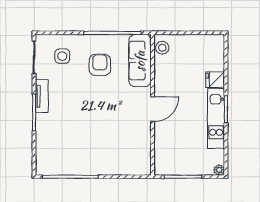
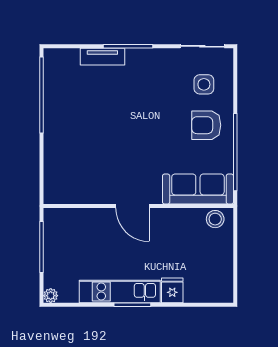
armchair: (100, 65) -> (206, 125), moved, turned 180
tv unit: (42, 96) -> (102, 57), moved

